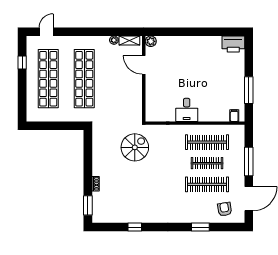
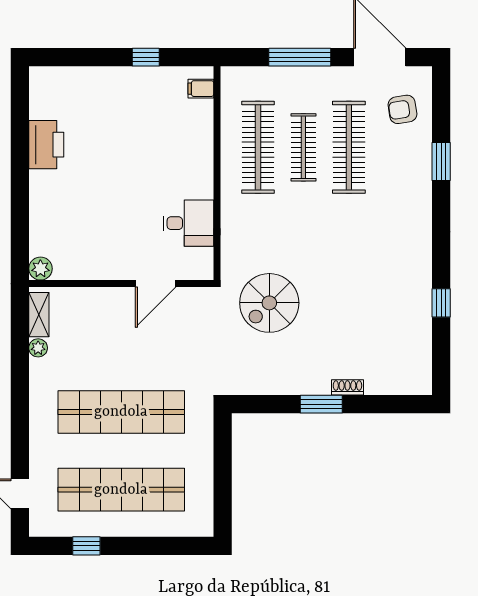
printer: (233, 44) -> (46, 145), moved
door: (144, 65) -> (156, 284), moved
window: (249, 90) -> (146, 57), width x0.46
desk: (187, 110) -> (188, 223), moved
spiral stairs: (135, 147) -> (269, 303), turned -90
window: (88, 205) -> (321, 404), moved

